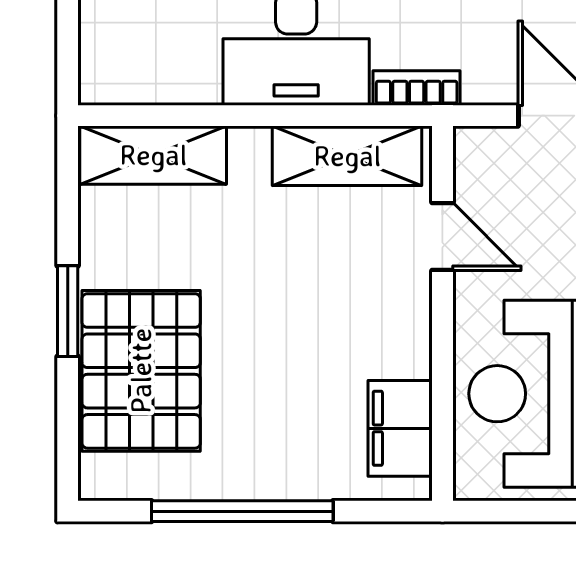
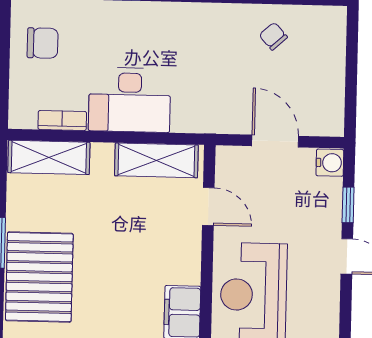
bookcase: (417, 88) -> (62, 120), moved

